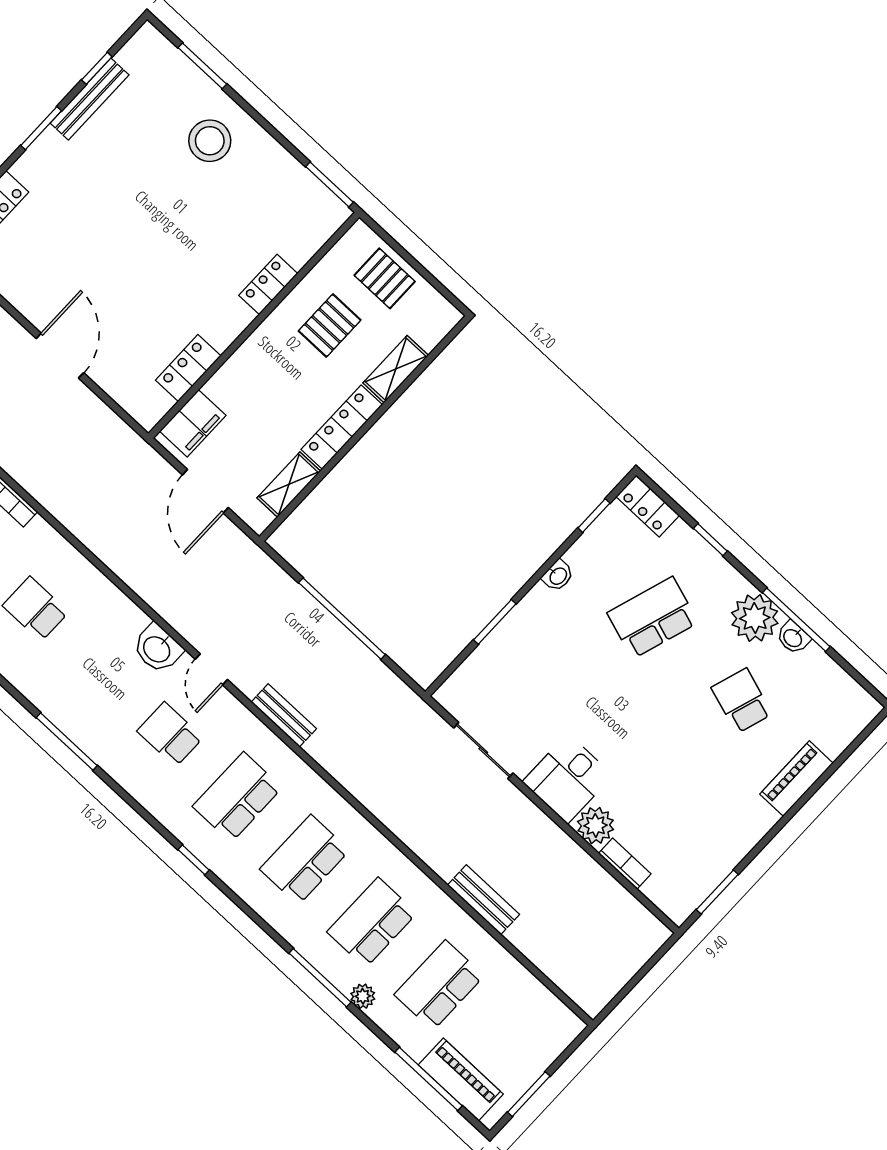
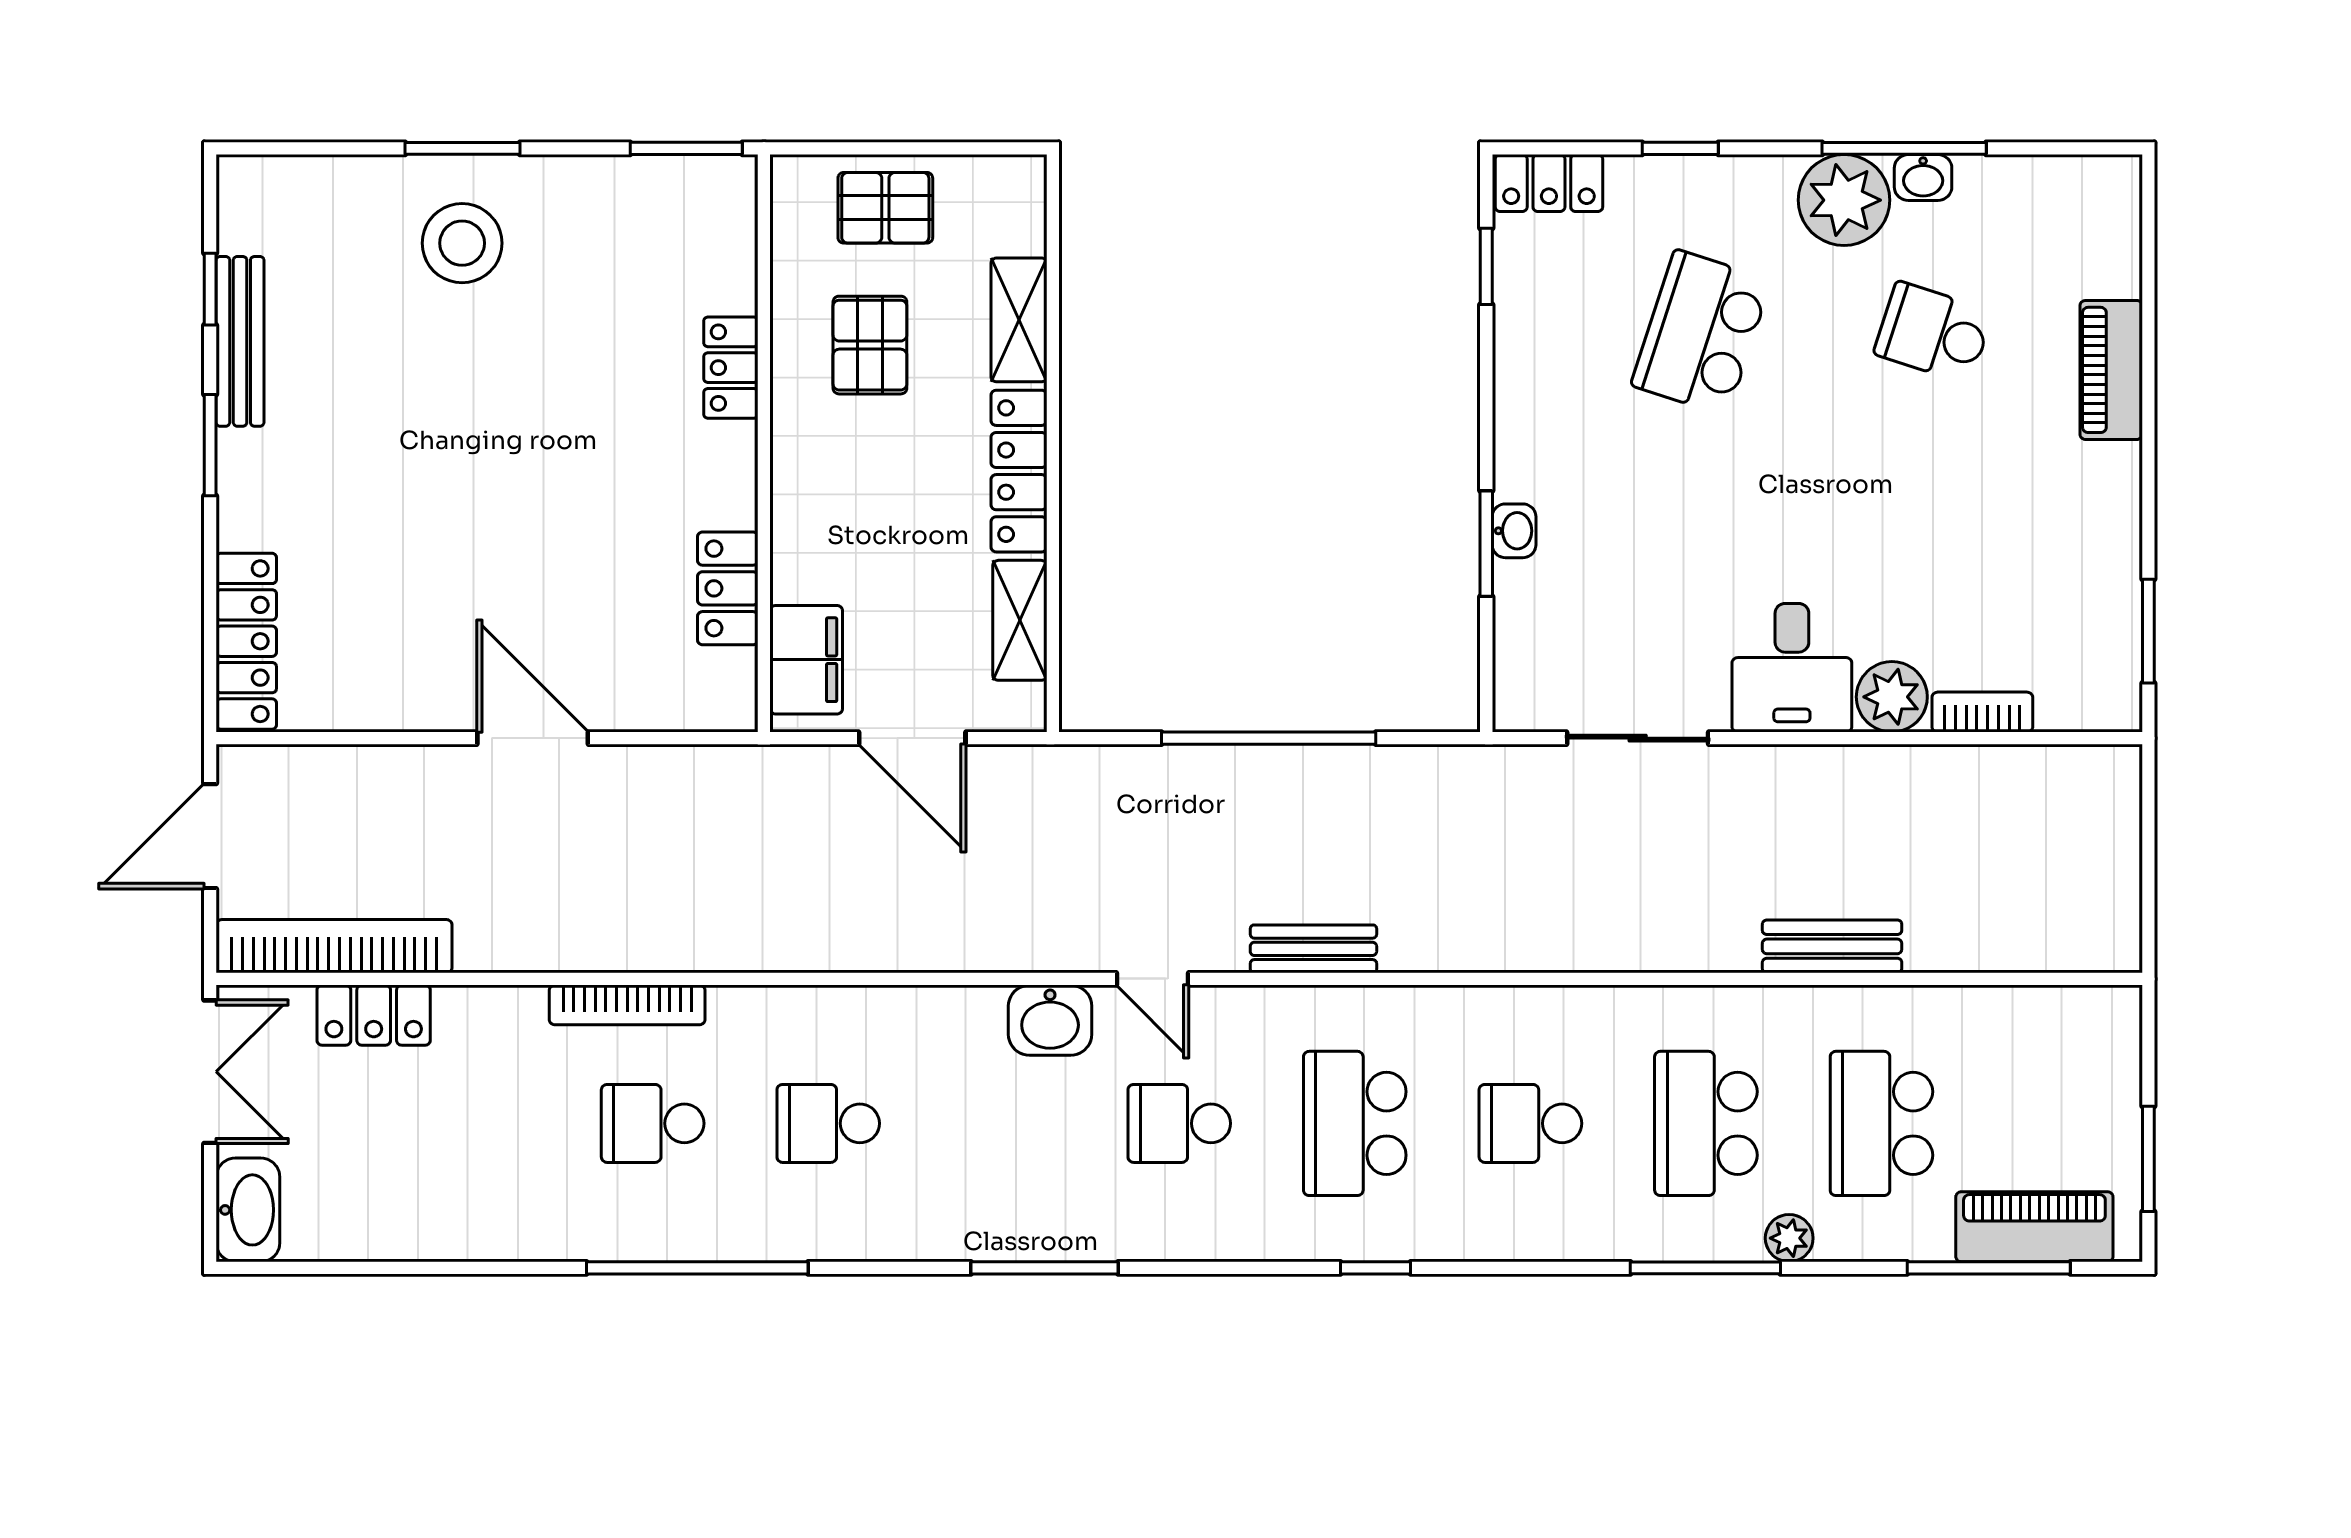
window: (202, 66) -> (462, 148), moved
washbasin: (558, 576) -> (1514, 531), moved
school desk: (305, 860) -> (1530, 1123), width x0.54

